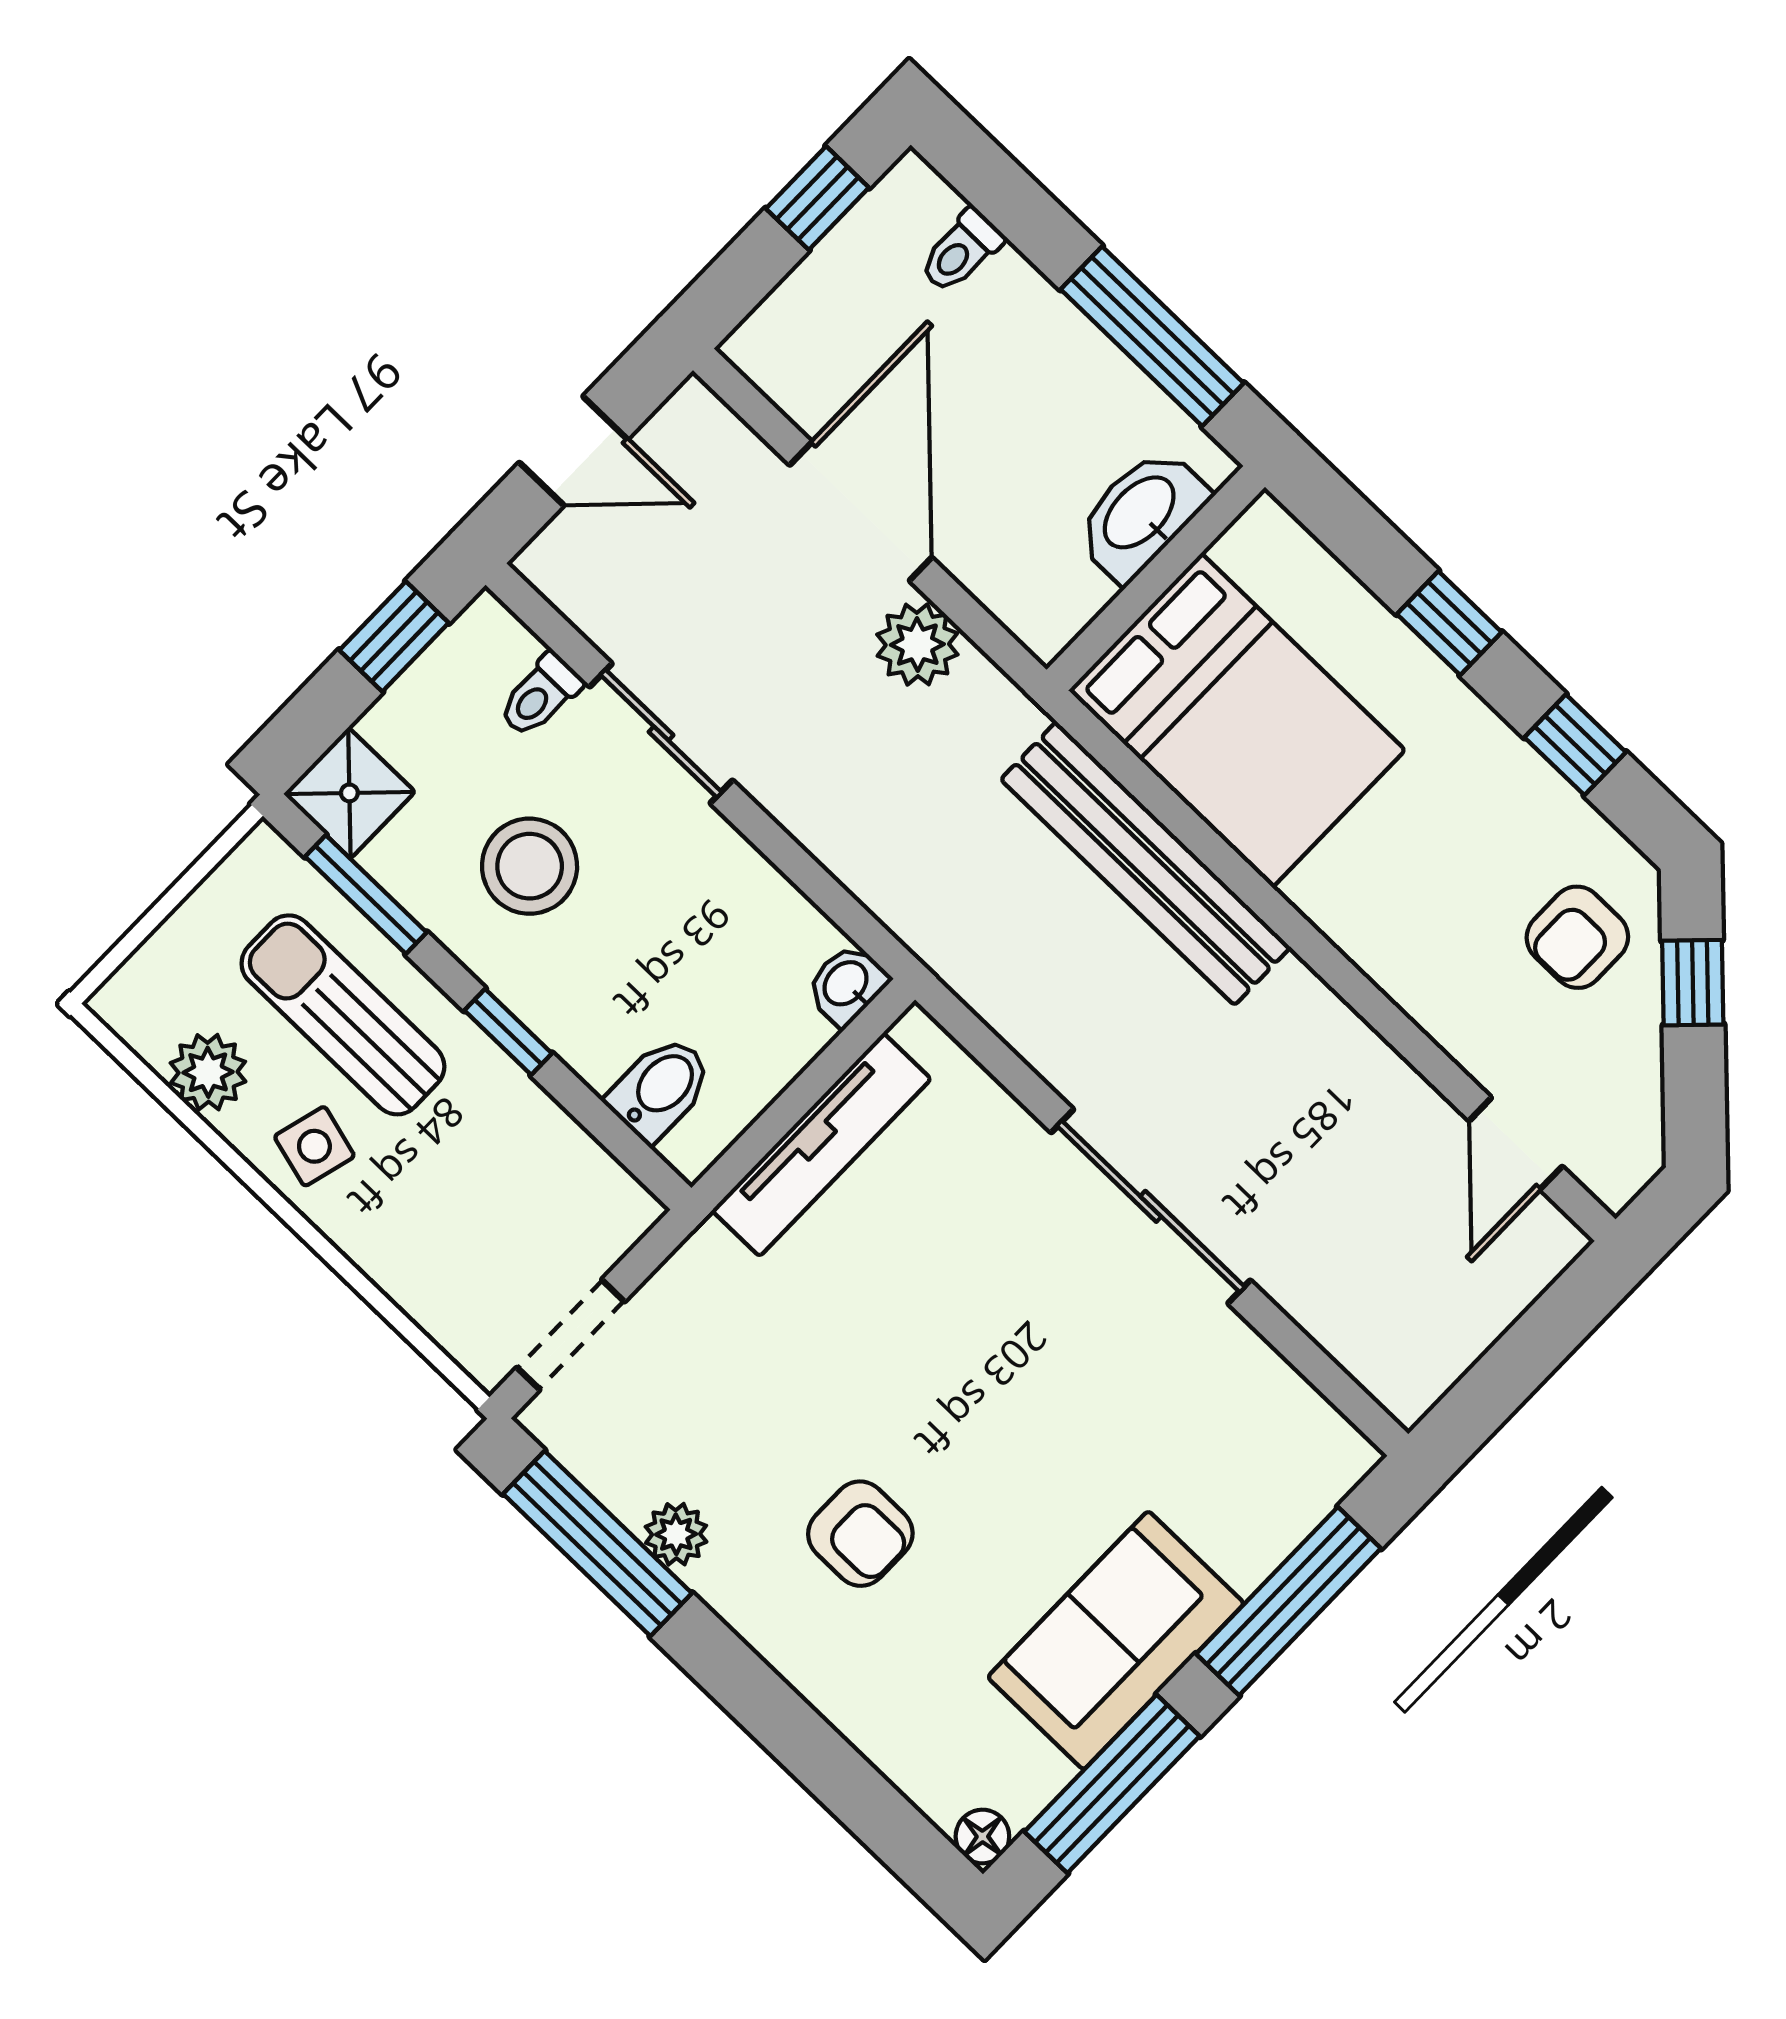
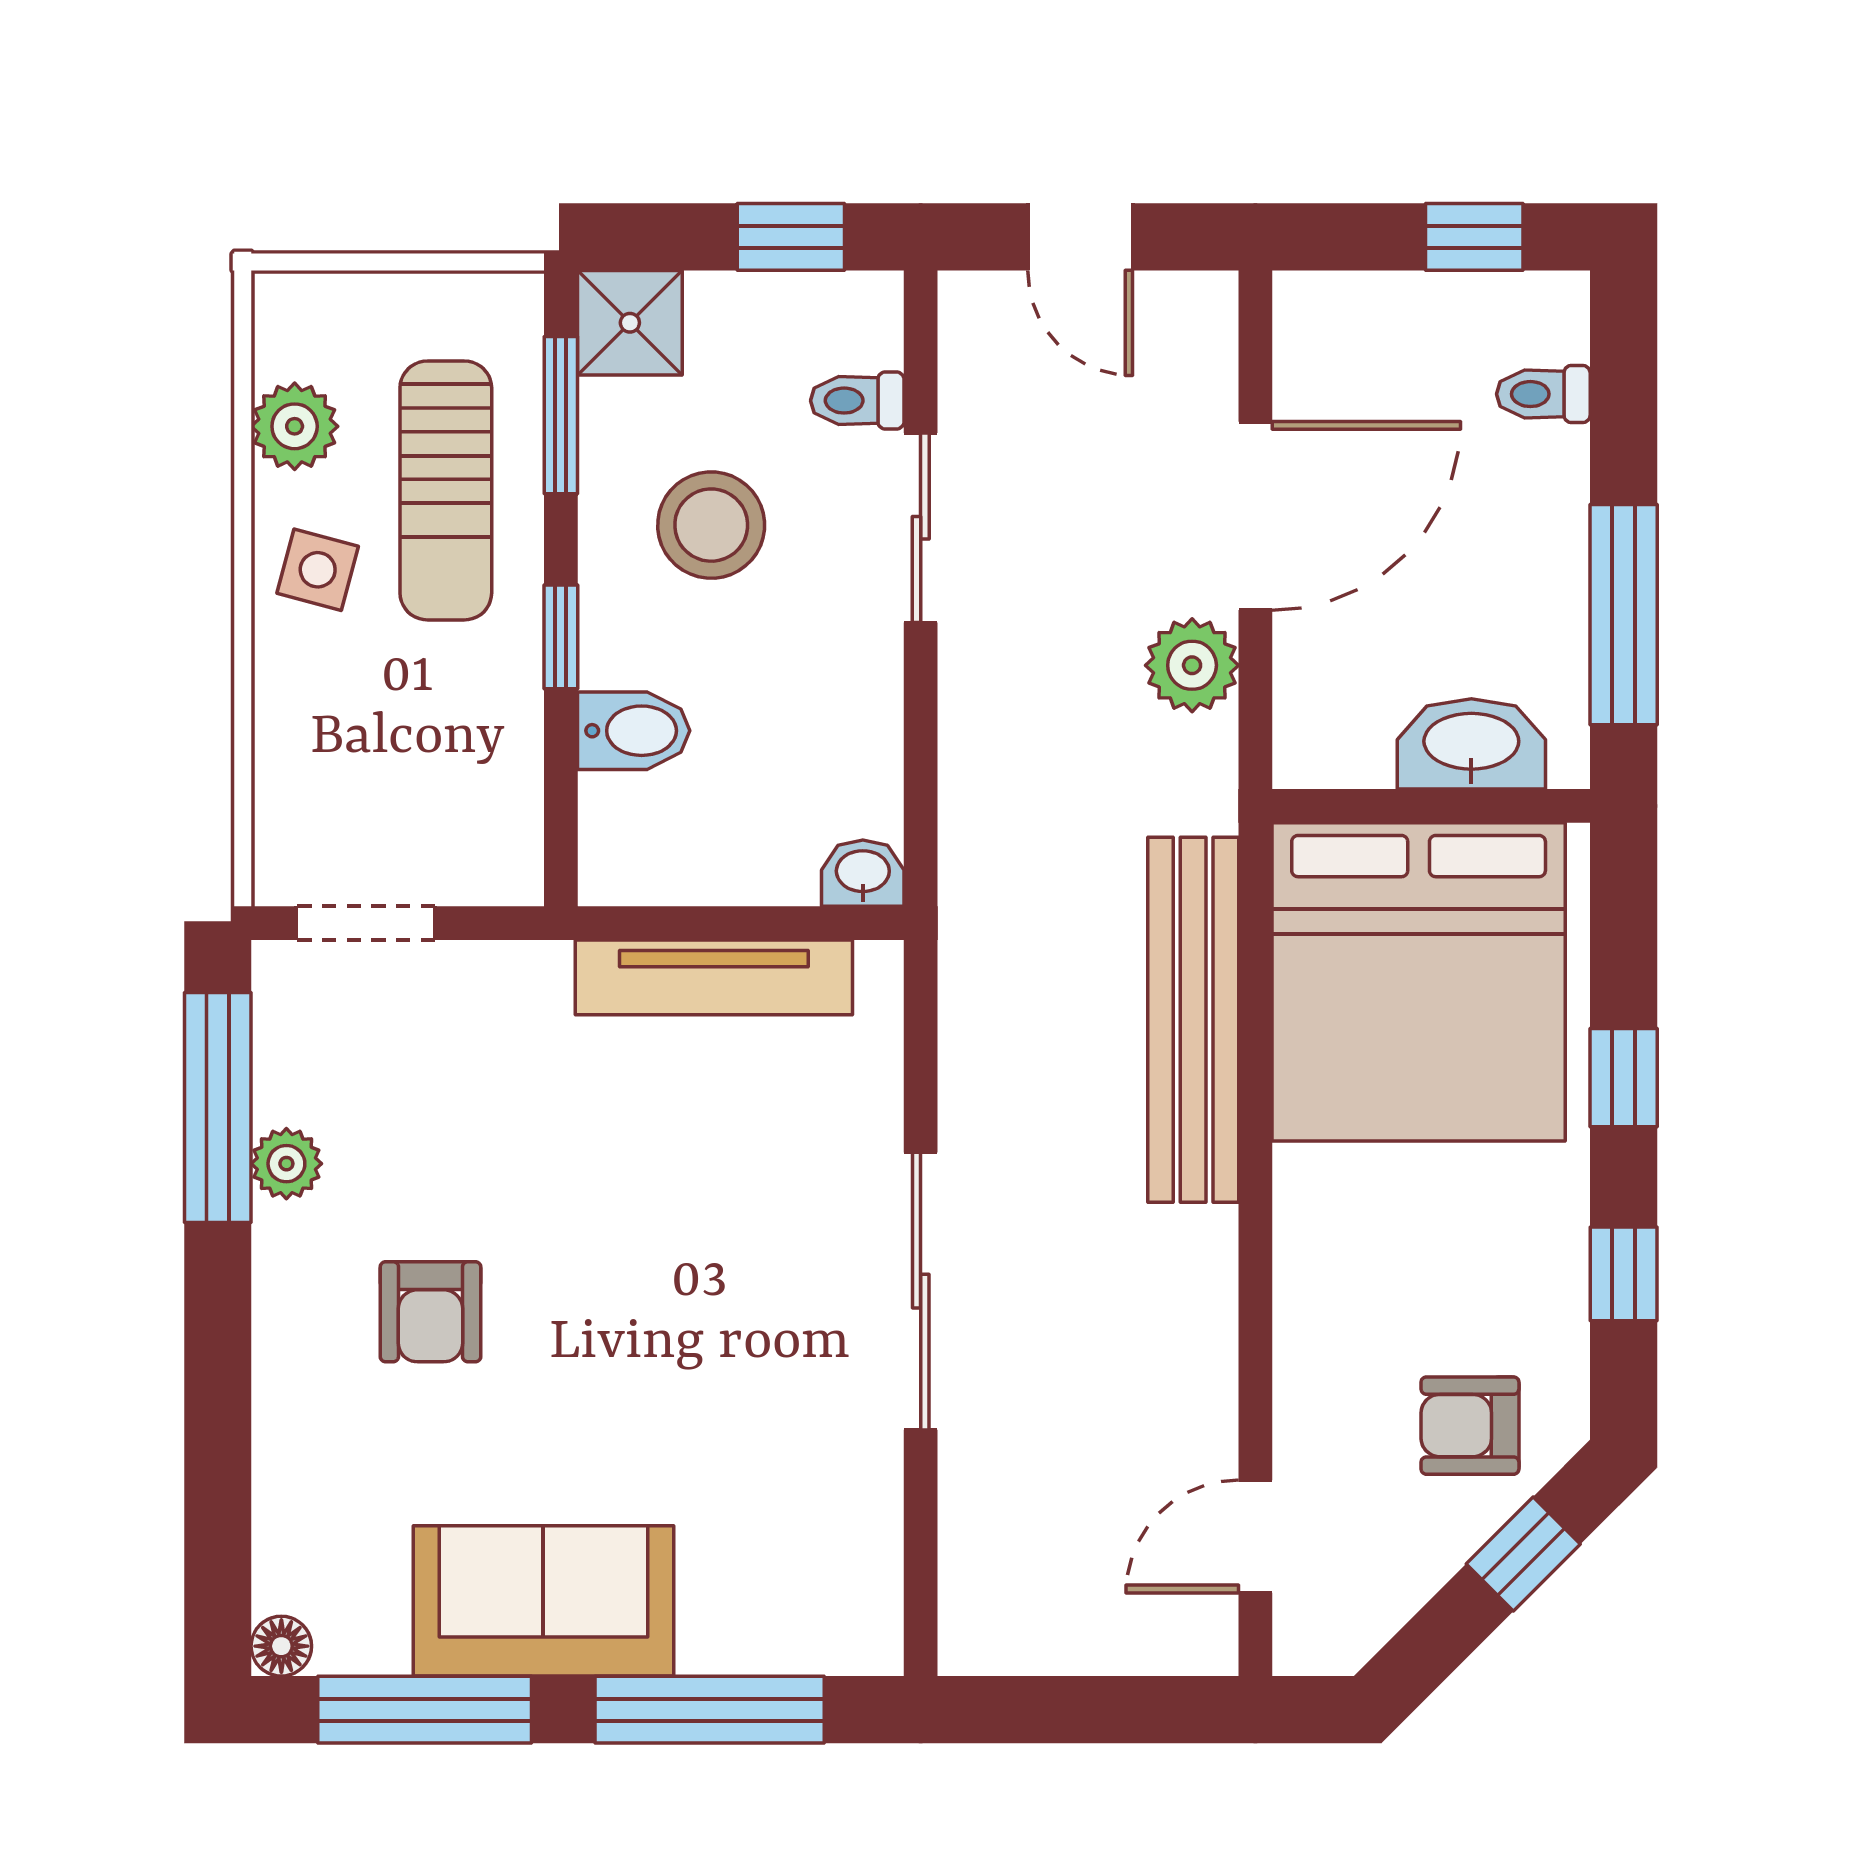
bed: (1237, 720) -> (1419, 982), width x1.36
sun lounger: (343, 1015) -> (446, 490), turned 180
bidet: (660, 1088) -> (634, 731), moved

